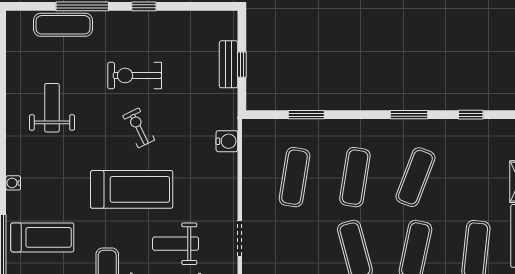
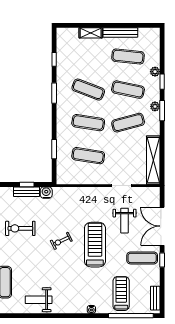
exercise bike: (135, 75) -> (20, 228), moved, turned 90
weight bench: (52, 108) -> (39, 300), moved
water cooler: (227, 141) -> (46, 193), moved

